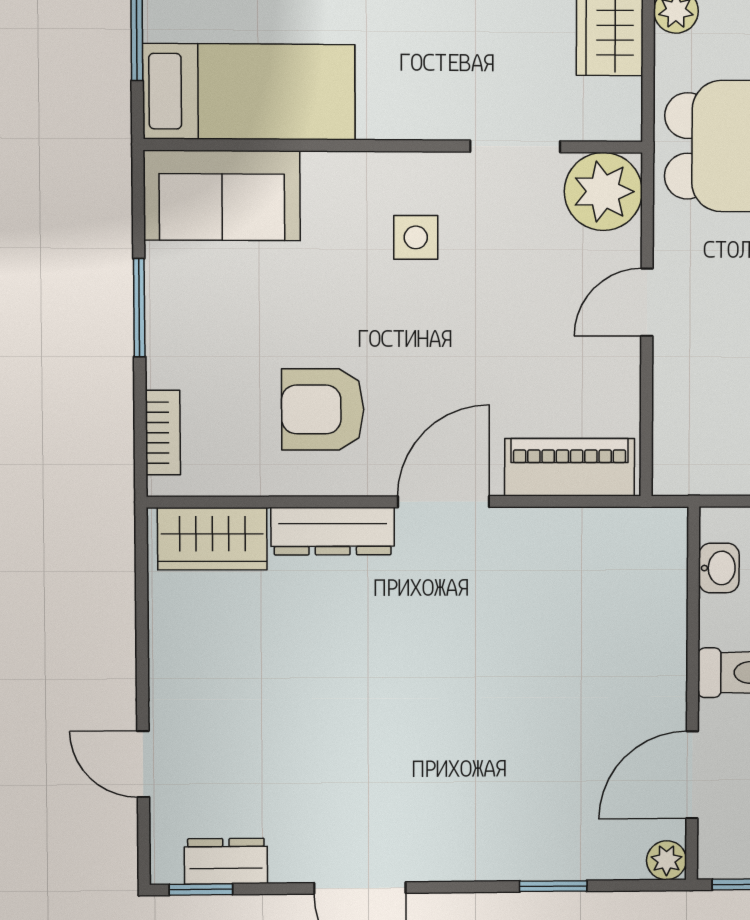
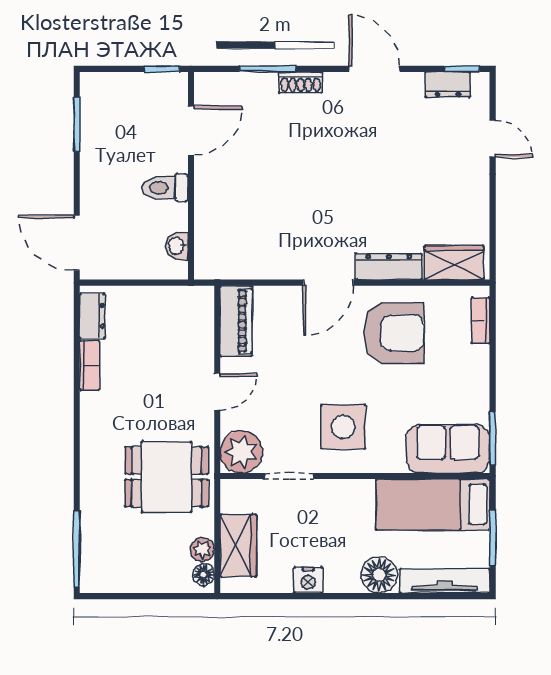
side table: (416, 237) -> (343, 427), width x1.87, depth x1.87
window: (139, 308) -> (493, 438), moved
armchair: (323, 409) -> (394, 333), width x1.36, depth x1.36
piano: (570, 467) -> (236, 321), moved, turned -90
plant: (667, 860) -> (205, 83), removed
shoe rack: (494, 863) -> (301, 82), added
window: (553, 886) -> (268, 69), width x1.50

